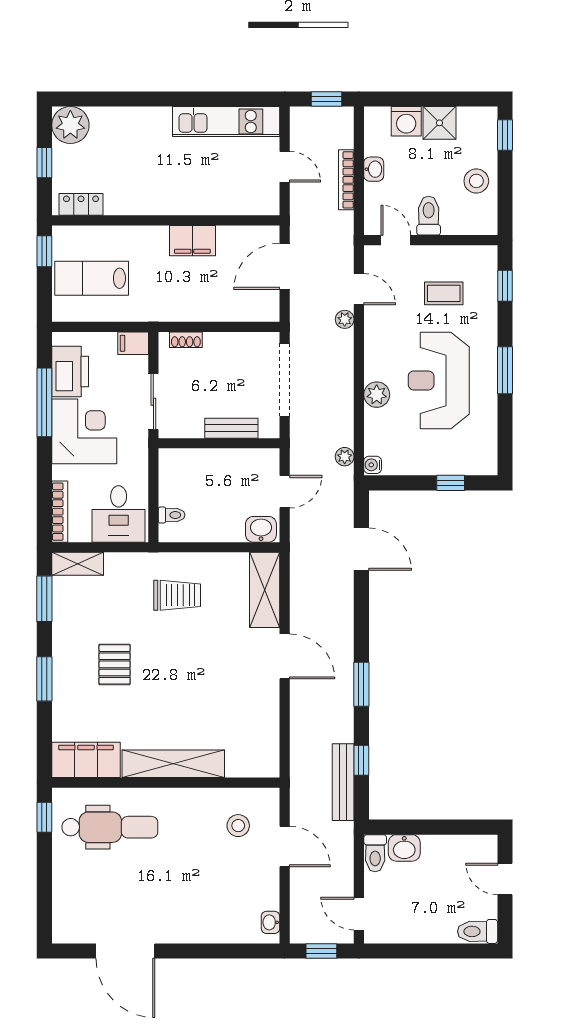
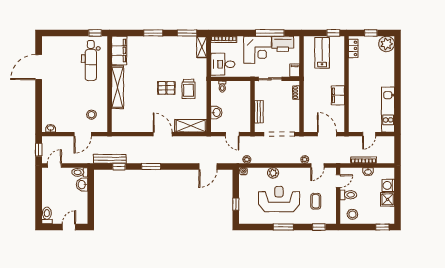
window: (327, 99) -> (398, 152), removed
stool: (476, 181) -> (352, 214), moved
washbasin: (261, 529) -> (216, 112), moved
door: (285, 656) -> (163, 134), swing flipped
pallet: (115, 664) -> (166, 88), moved

